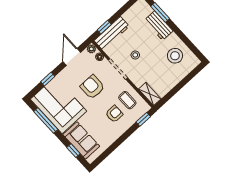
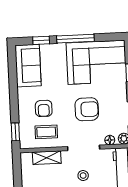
shelving: (150, 94) -> (47, 158), moved
window: (46, 121) -> (75, 39), moved
sofa: (81, 140) -> (28, 66), moved, turned -90

